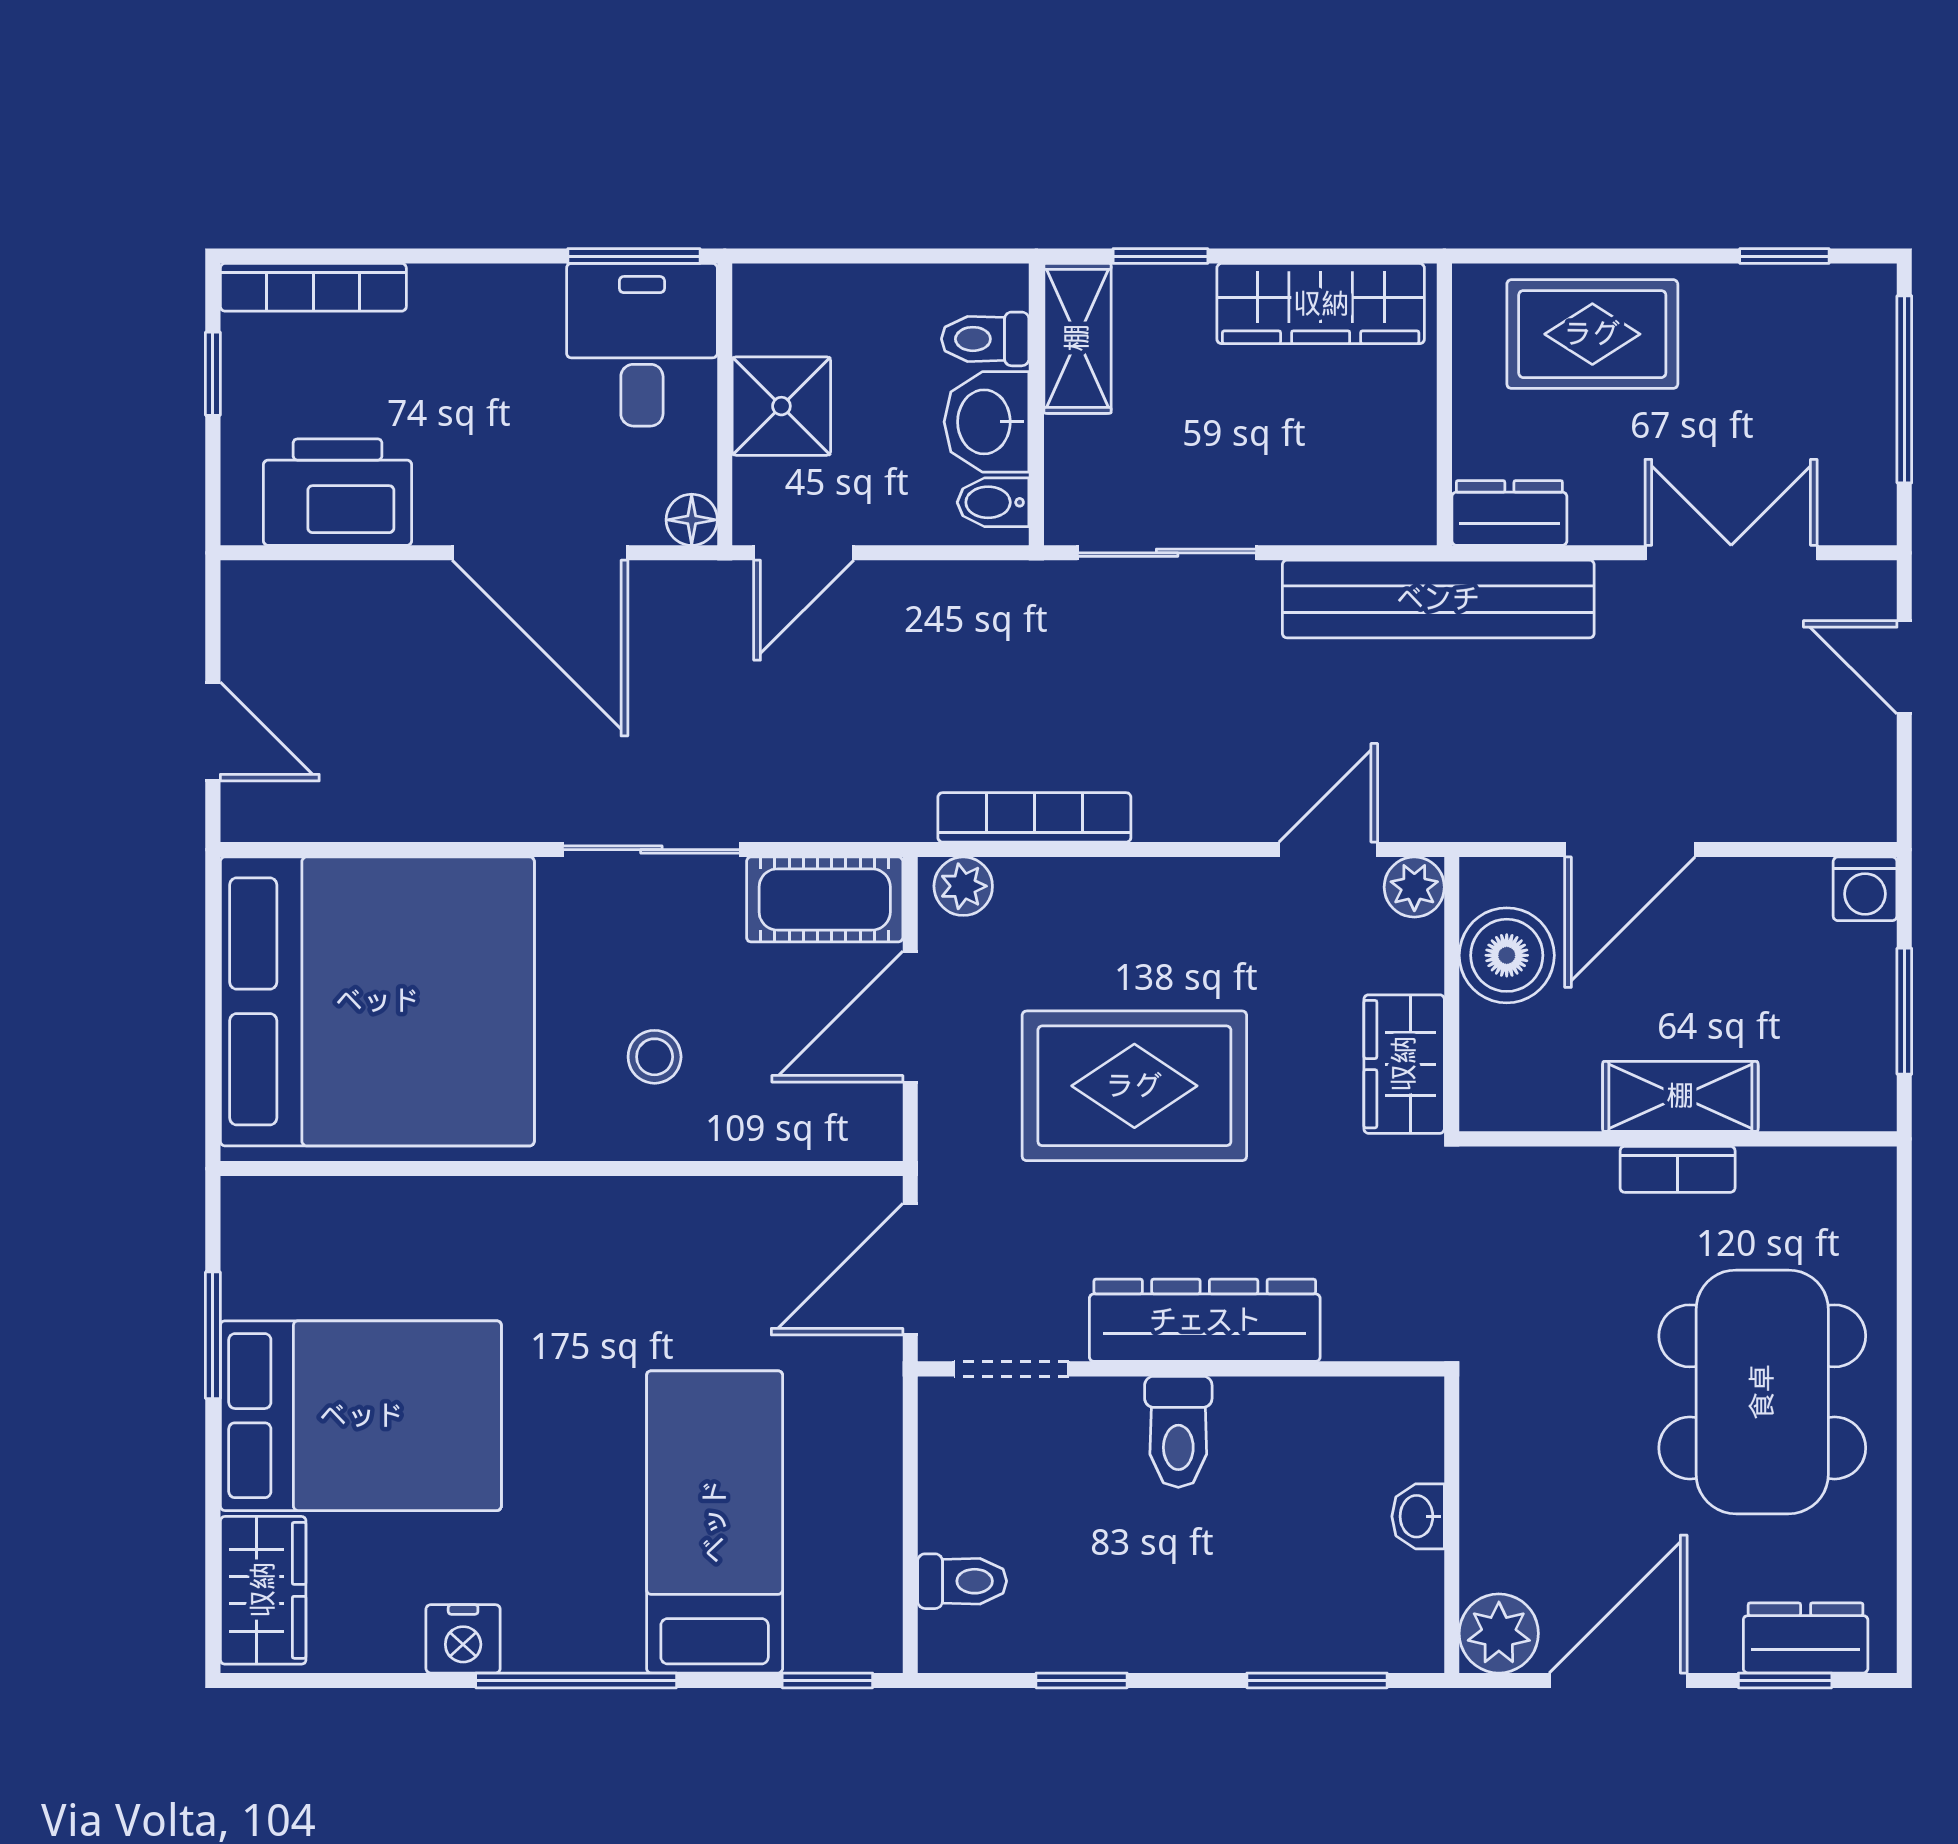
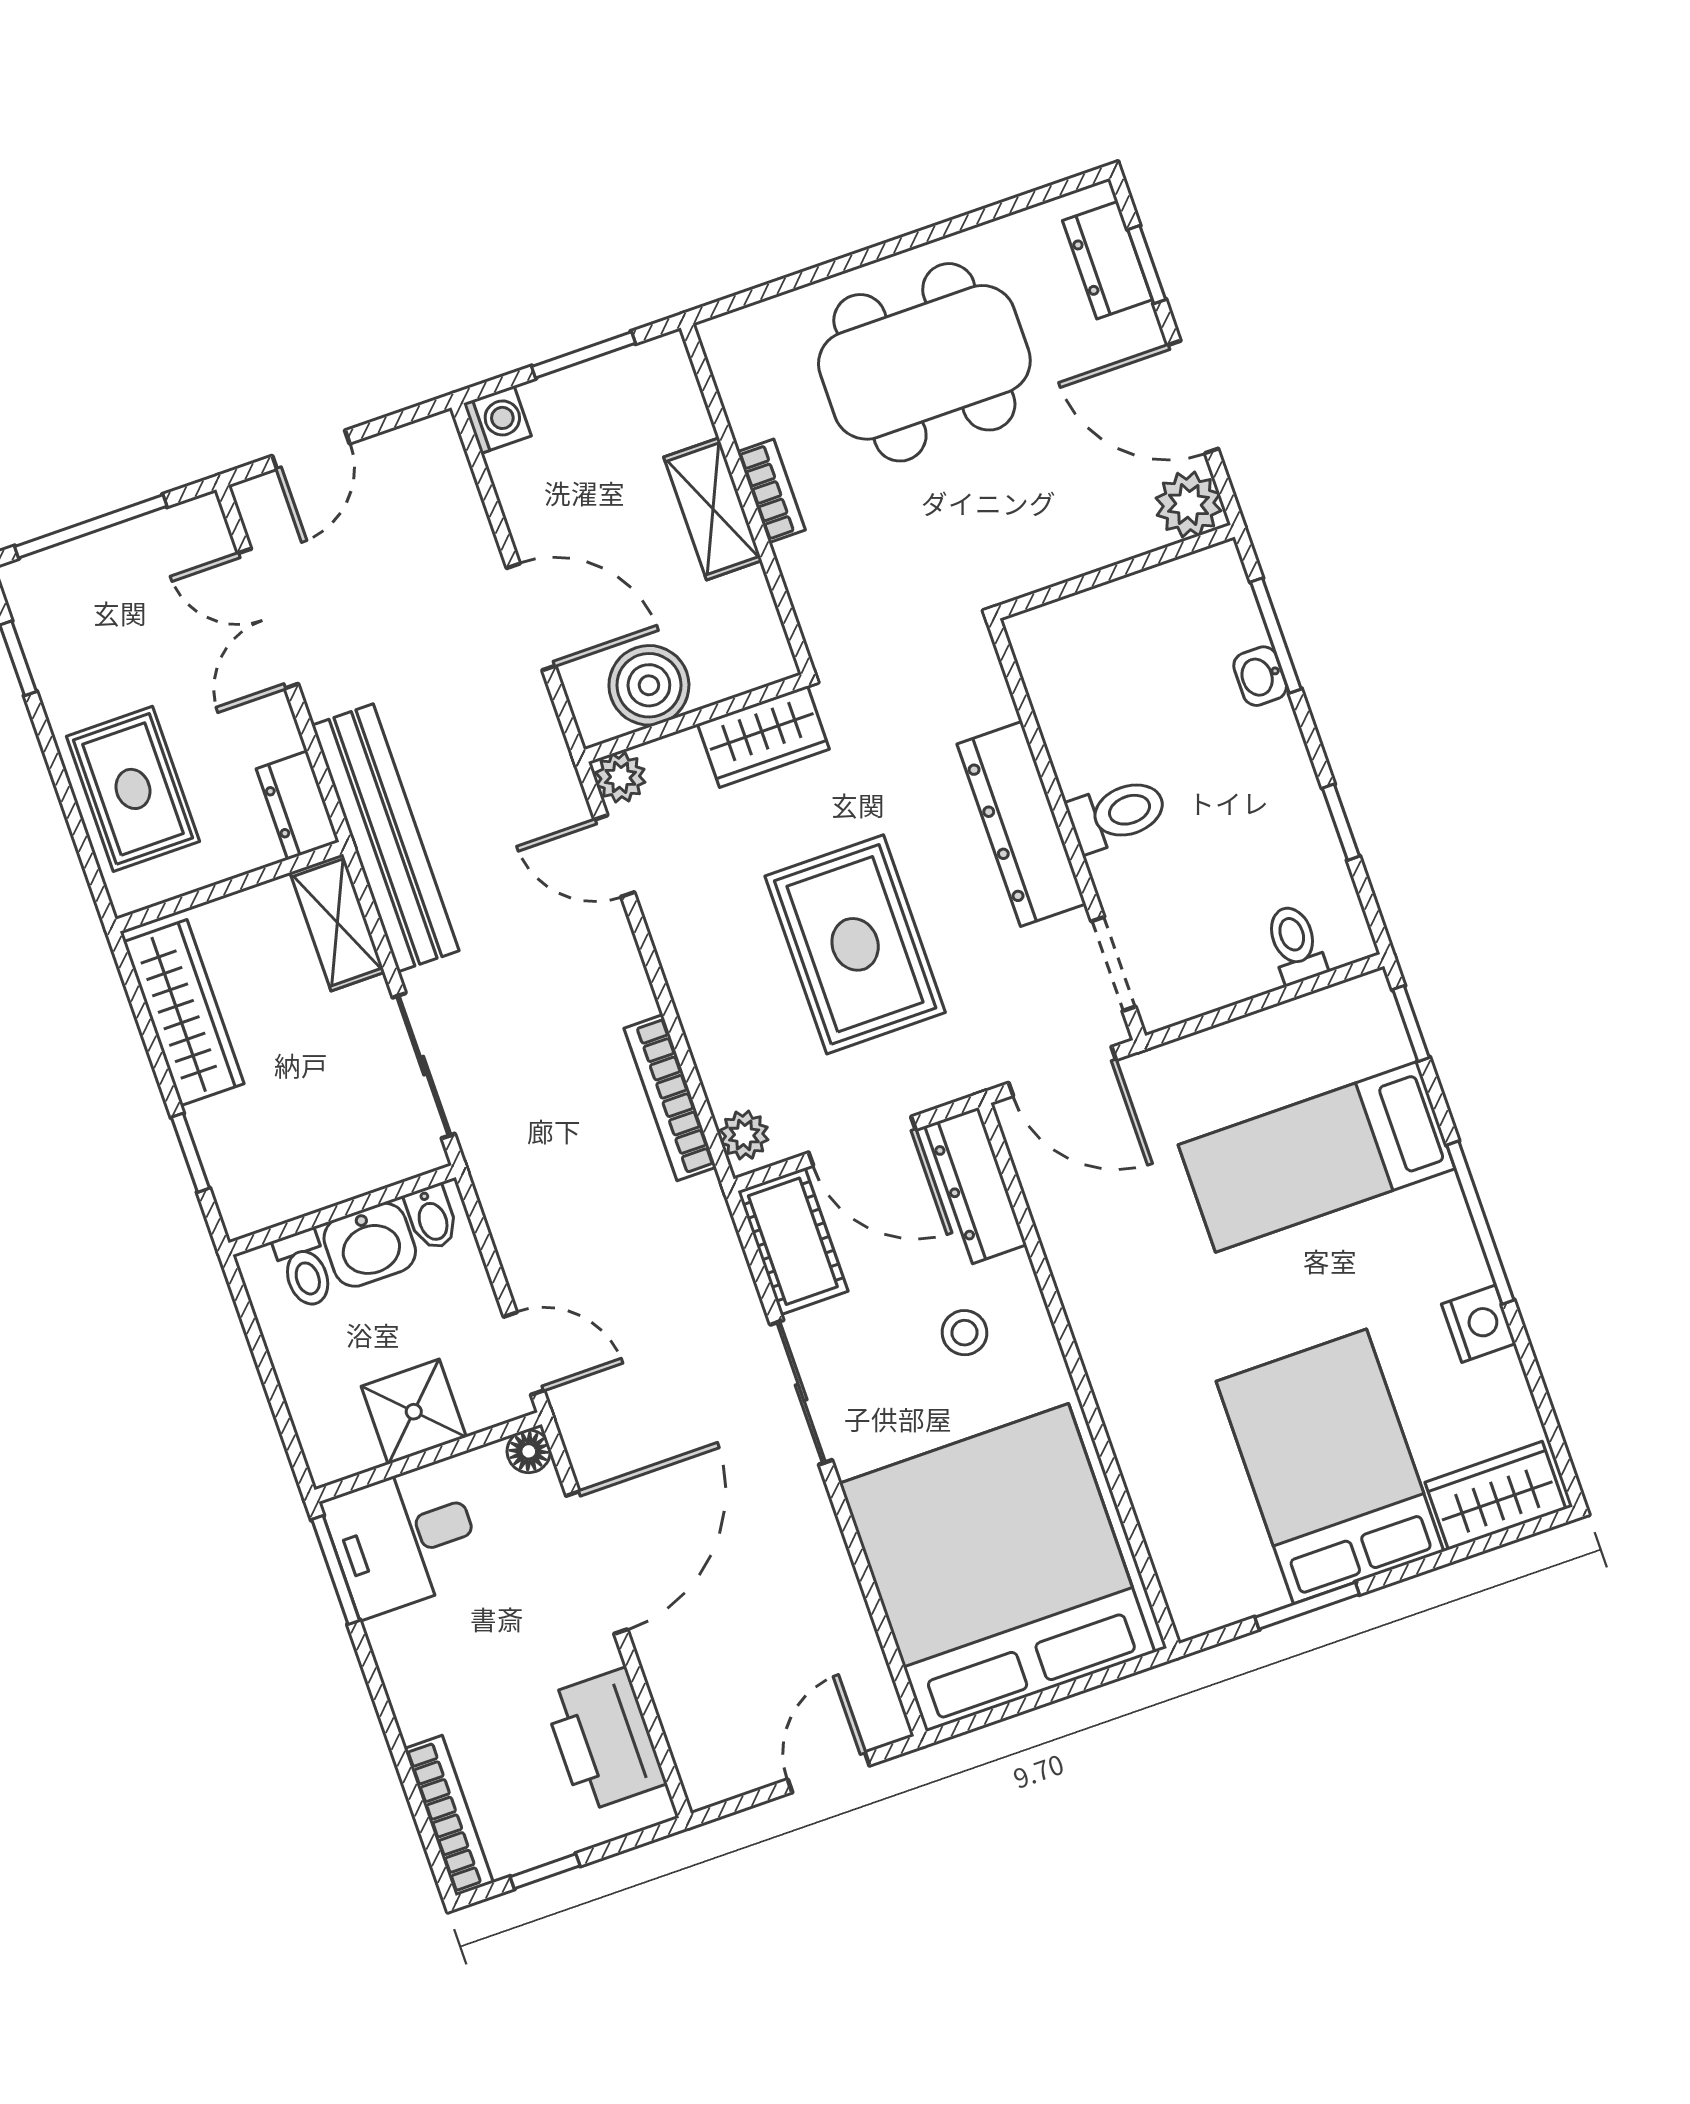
shelving: (1077, 338) -> (337, 922), moved, turned 90
dresser: (816, 1127) -> (976, 1185), added
washbasin: (1418, 1516) -> (1260, 676), moved, turned 90

